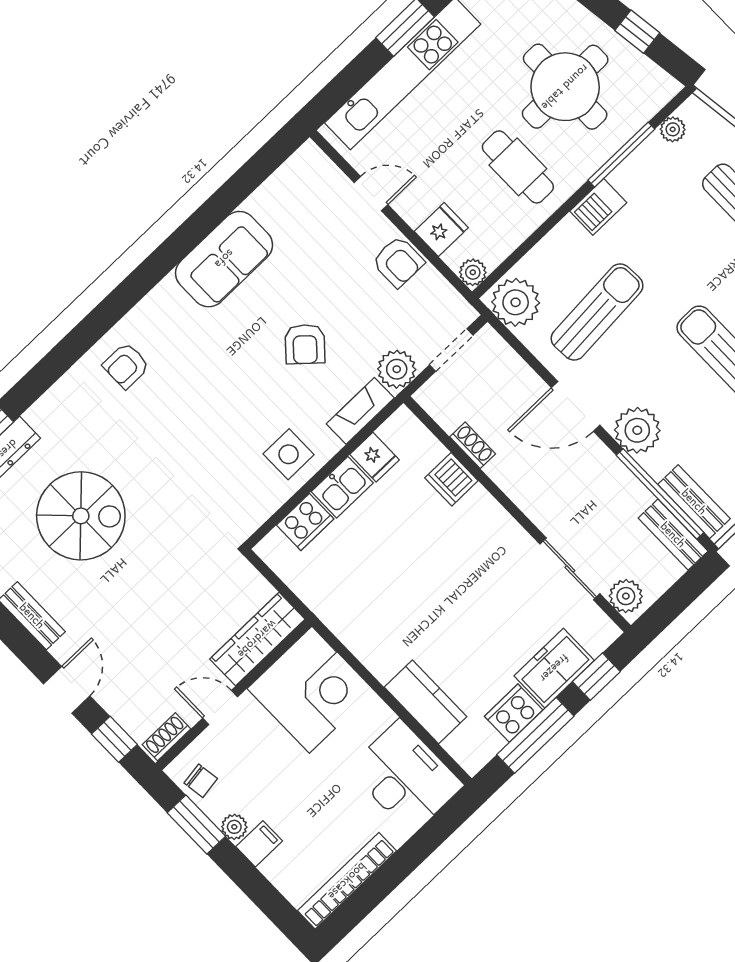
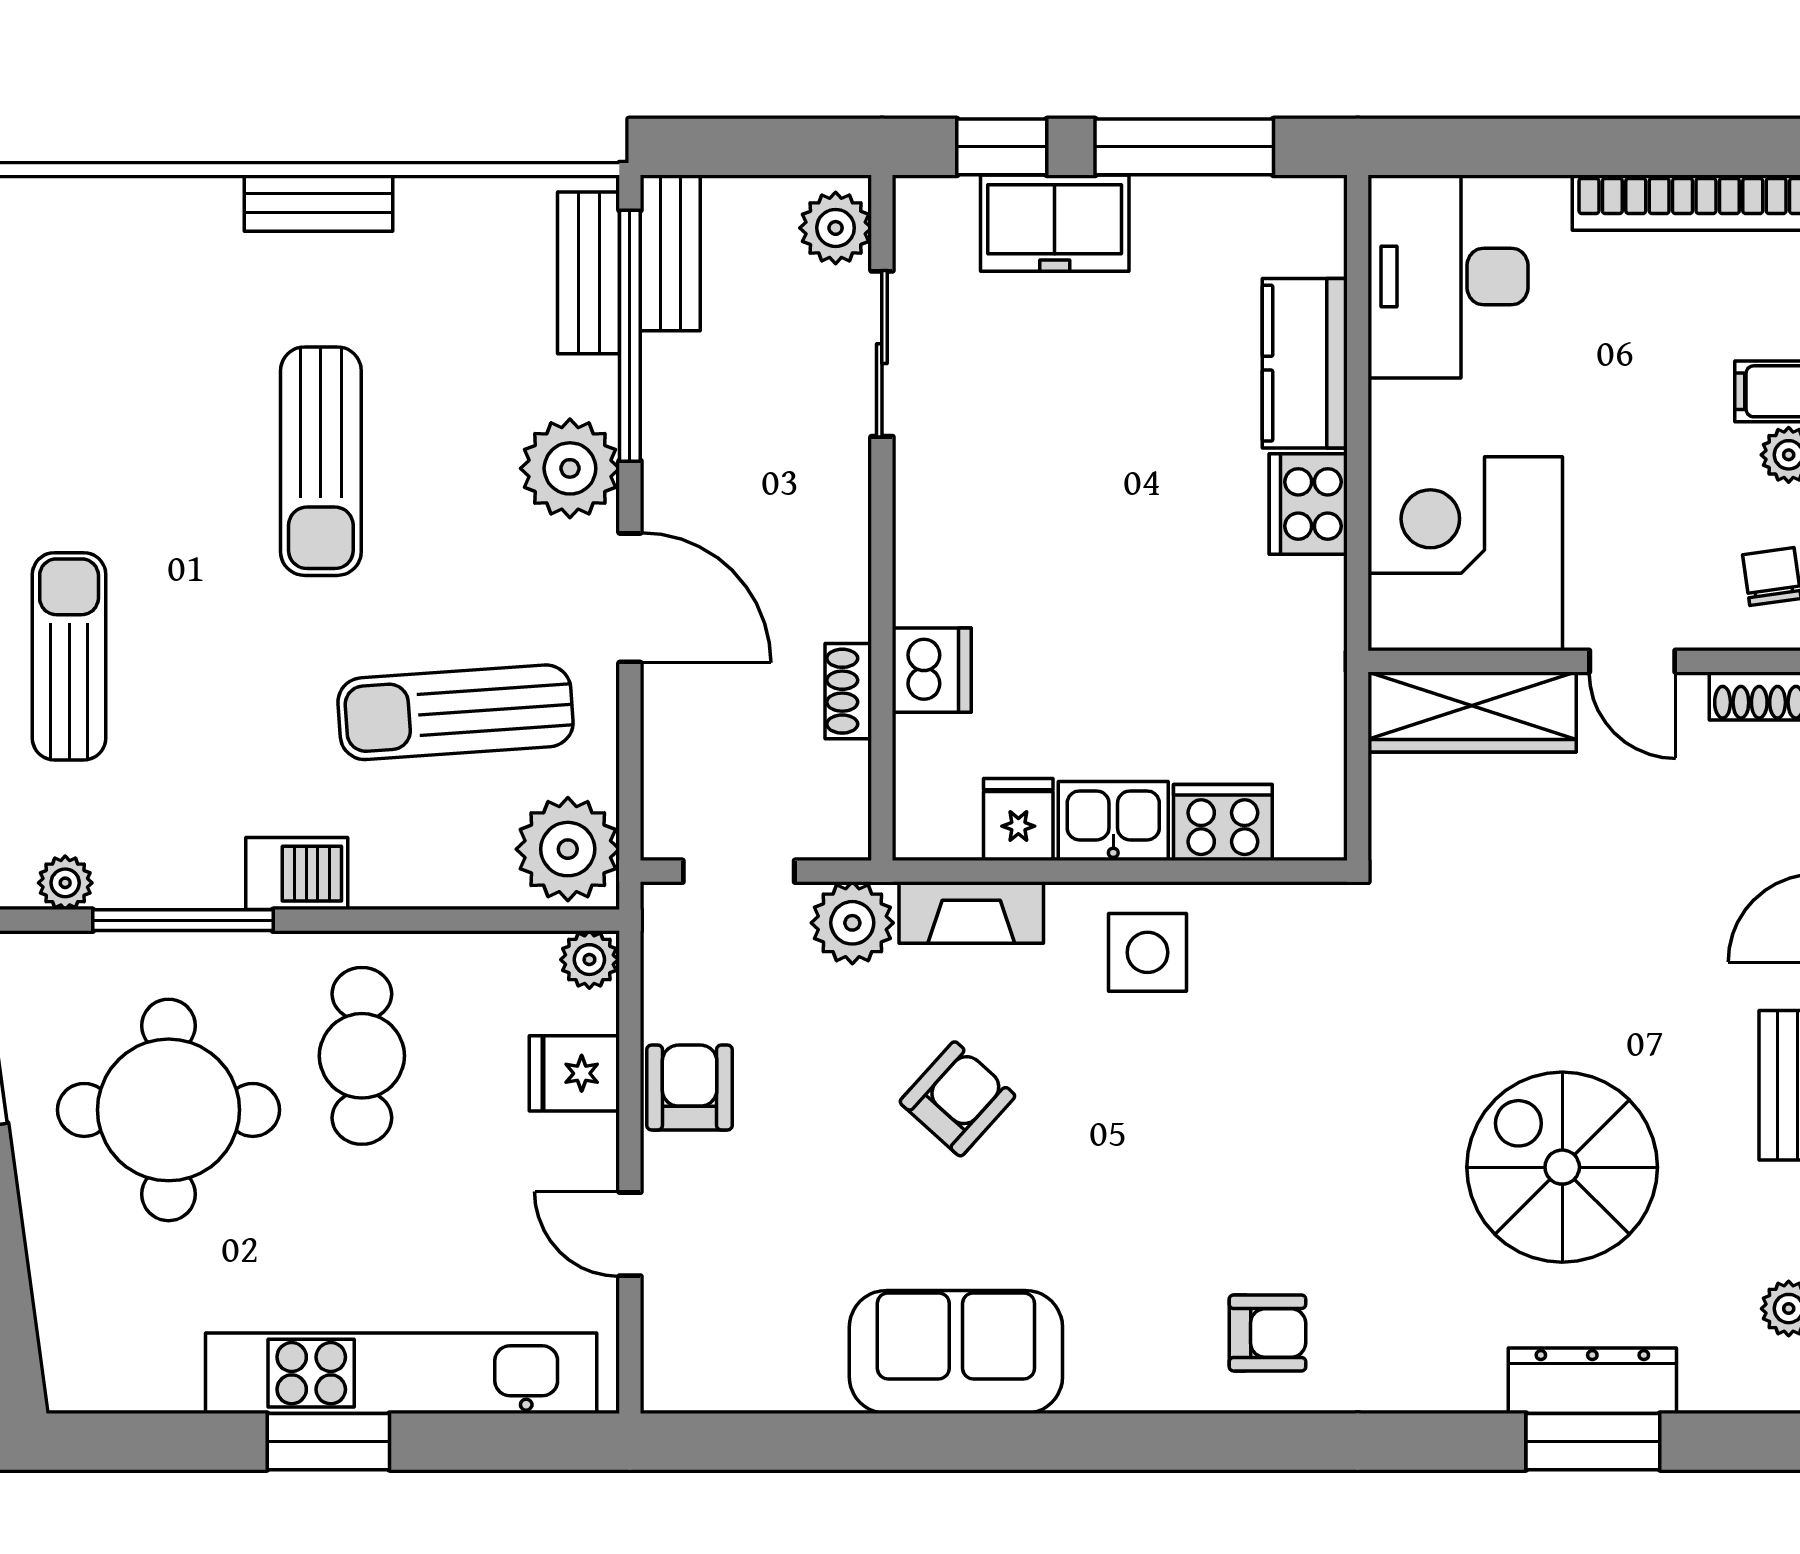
cooker: (514, 713) -> (1308, 504), moved, turned 90

